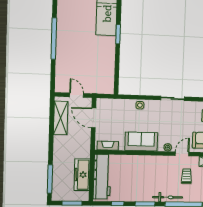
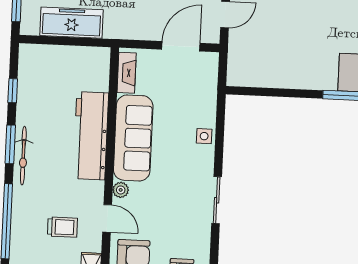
sofa: (141, 142) -> (133, 138), width x1.36
workbench: (102, 177) -> (91, 136), moved, turned 90
bicycle: (168, 197) -> (23, 156), moved

